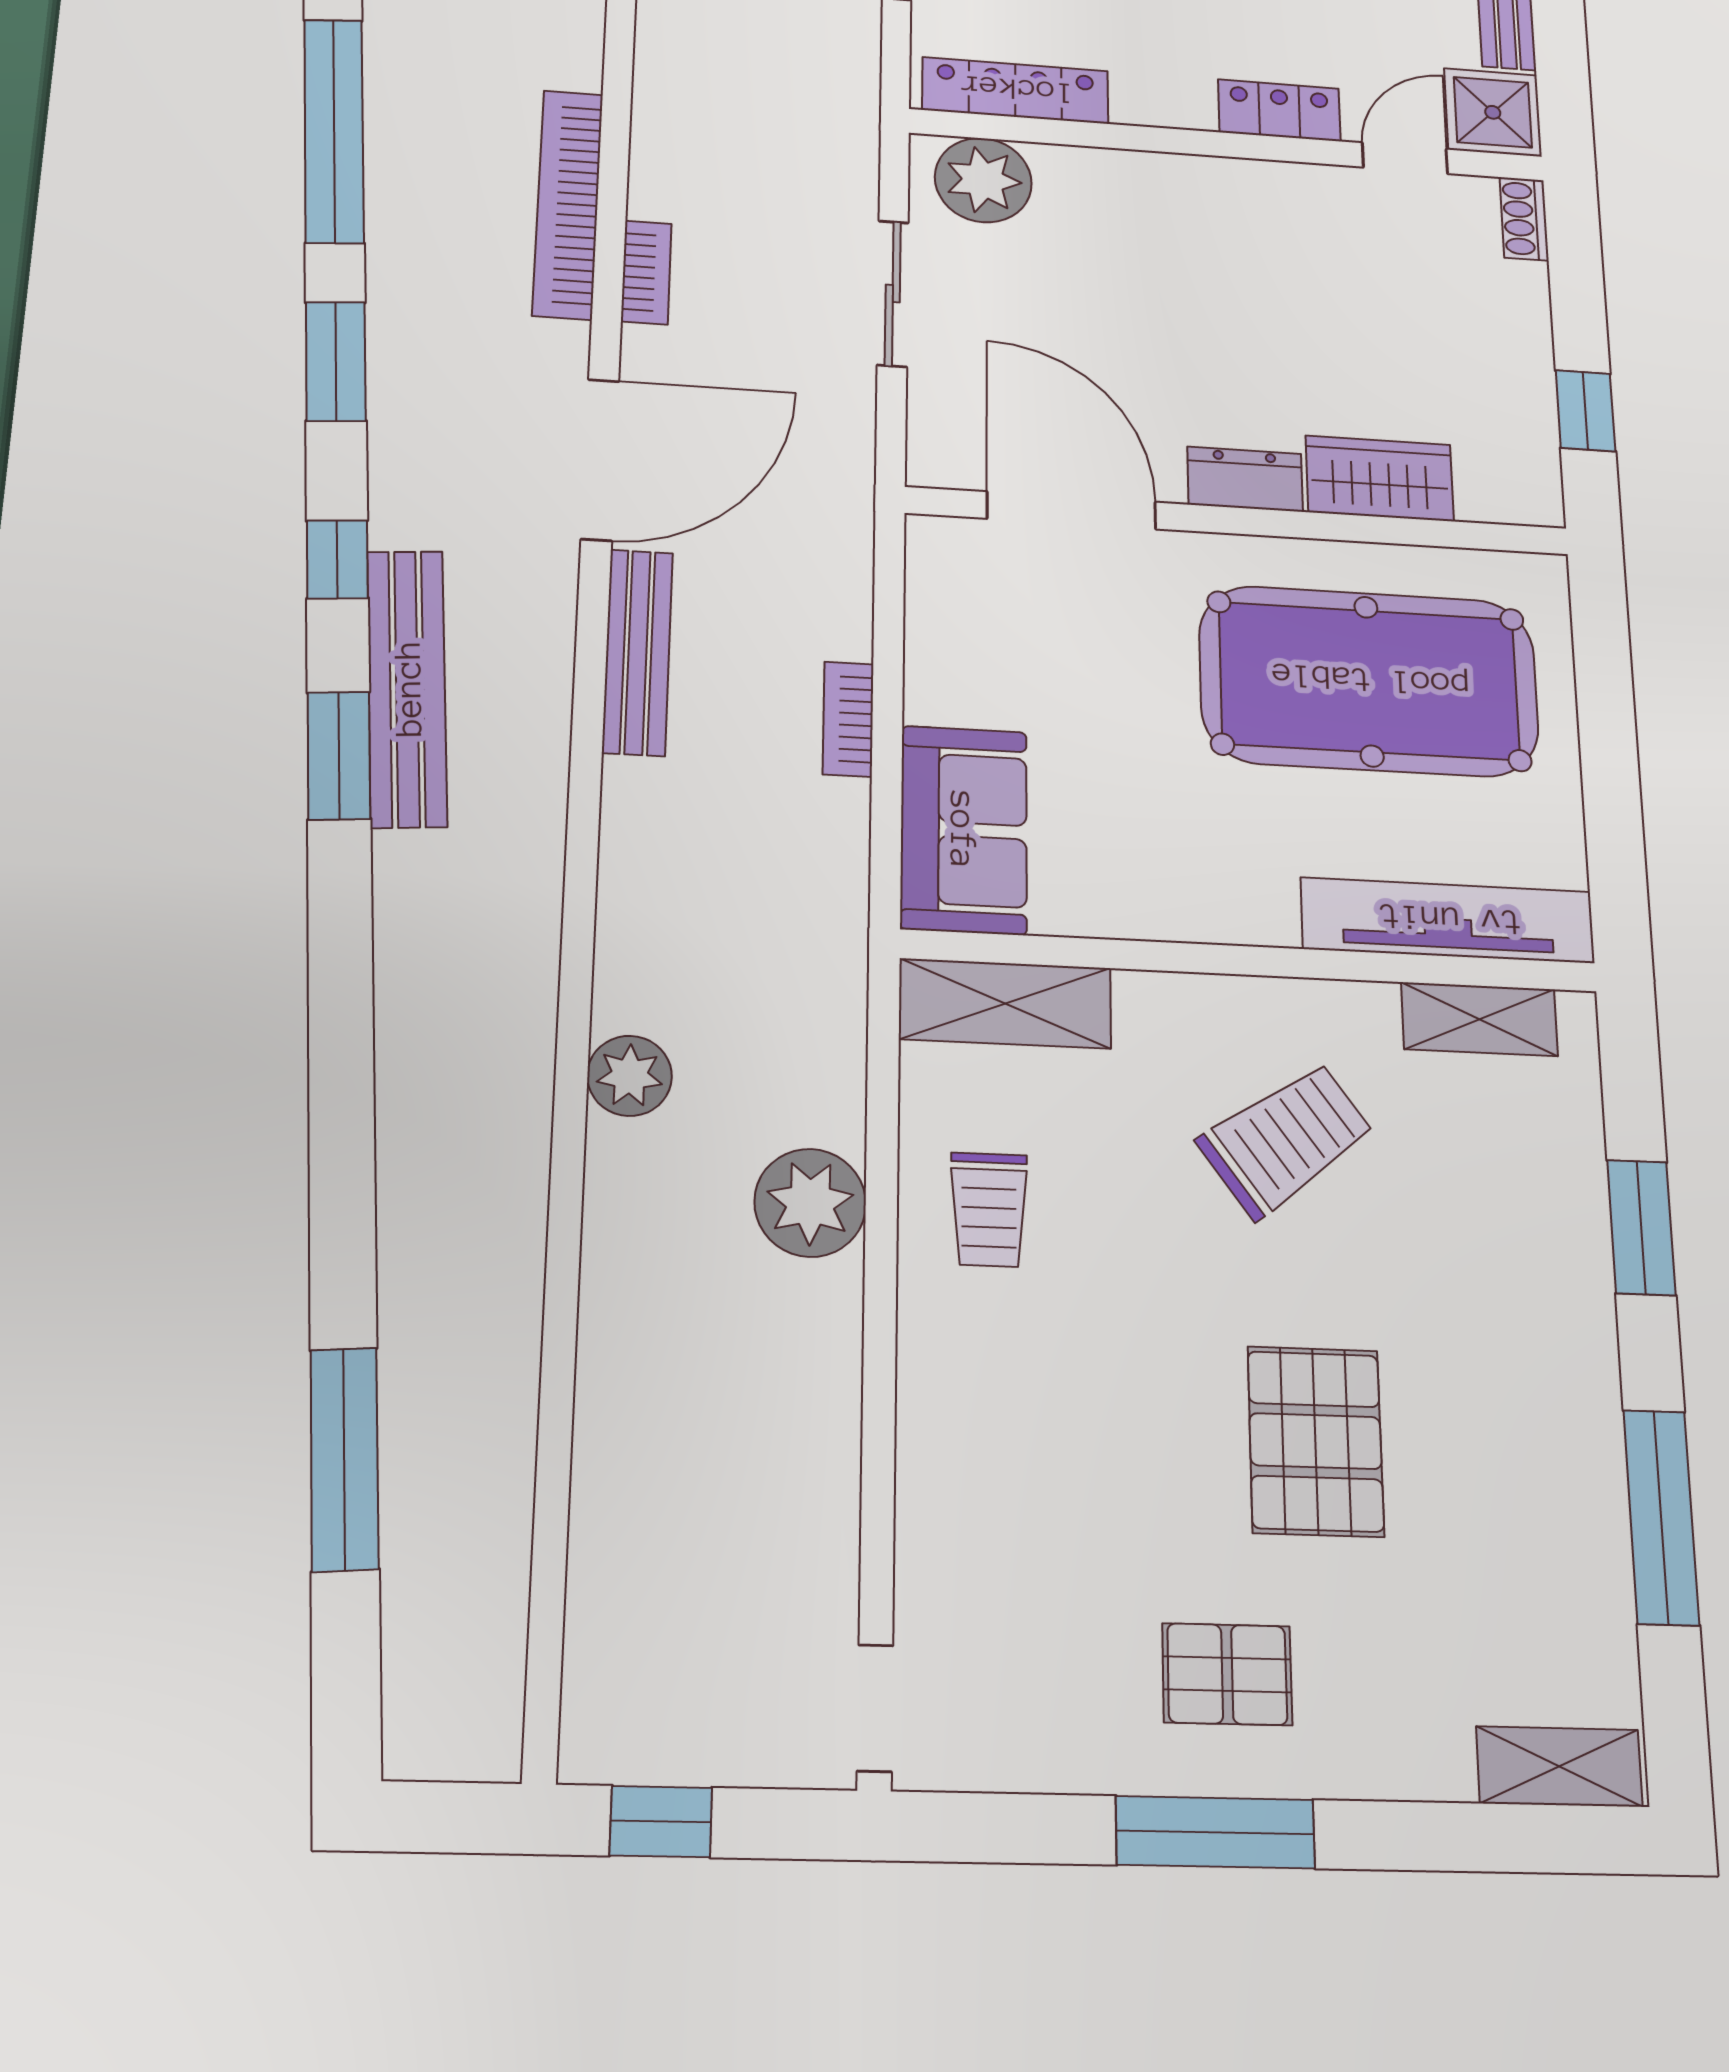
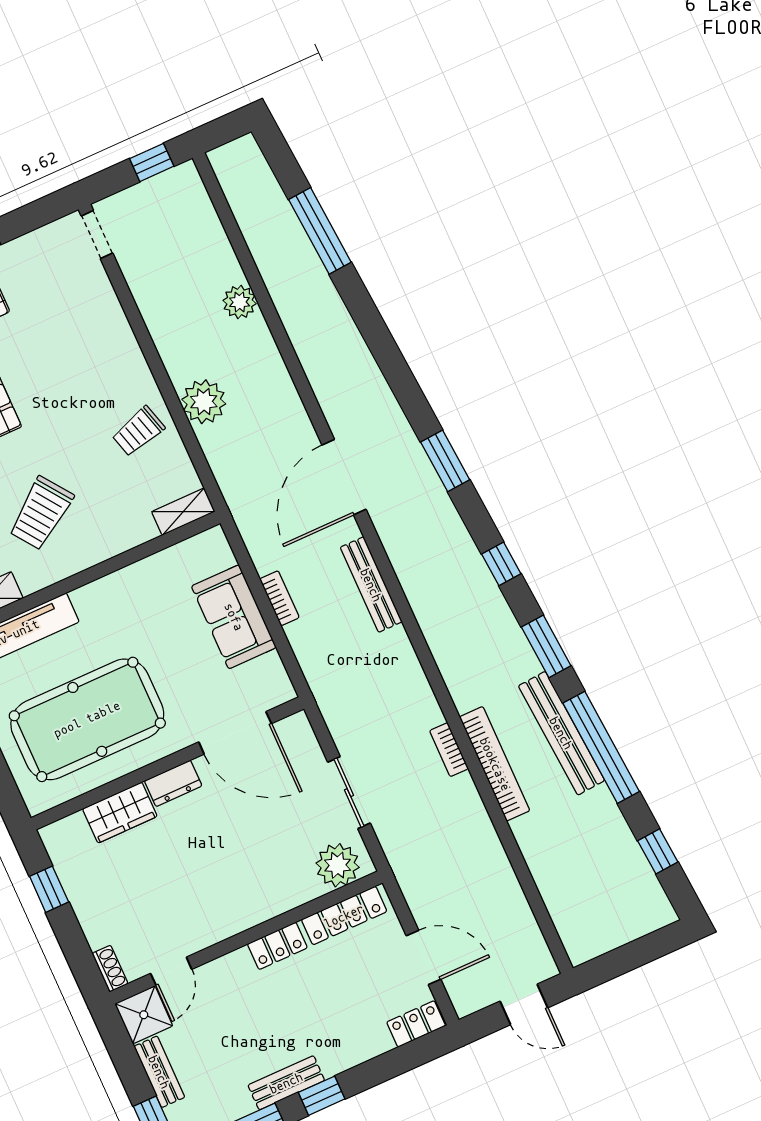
locker: (1279, 110) -> (277, 946), moved
door: (600, 460) -> (344, 477), moved
bench: (407, 688) -> (561, 733), moved
window: (339, 755) -> (445, 461), moved
sofa: (964, 830) -> (234, 617), moved
shelving: (1005, 1004) -> (183, 512), width x0.67, depth x0.75
plant: (630, 1076) -> (240, 302), moved
trolley: (989, 1210) -> (138, 431), turned -106

